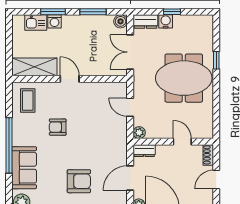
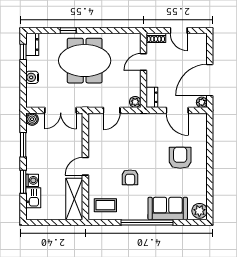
window: (172, 12) -> (23, 52), moved
dresser: (146, 21) -> (32, 44), moved
meeting table: (184, 78) -> (85, 61), turned 90

